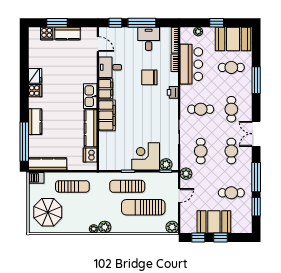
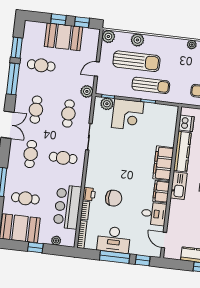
desk: (149, 39) -> (114, 240), width x1.37
printer: (173, 92) -> (89, 194), moved
plant: (105, 227) -> (137, 40), moved

